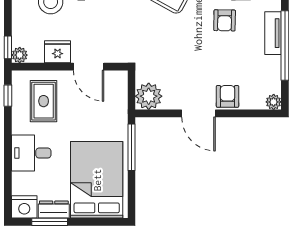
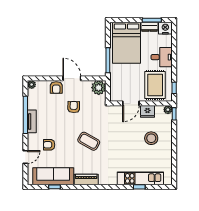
armchair: (225, 20) -> (74, 107), moved
door: (89, 67) -> (131, 103), swing flipped
rug: (44, 101) -> (155, 85), width x1.36, depth x1.43

